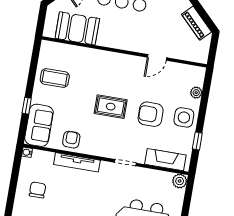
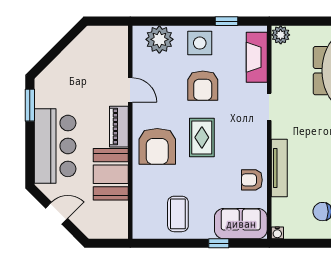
piano: (197, 23) -> (119, 127), moved, turned 135
booth: (77, 28) -> (111, 174), moved
armchair: (110, 71) -> (157, 146), added
plant: (196, 93) -> (159, 39), width x1.87, depth x1.87

